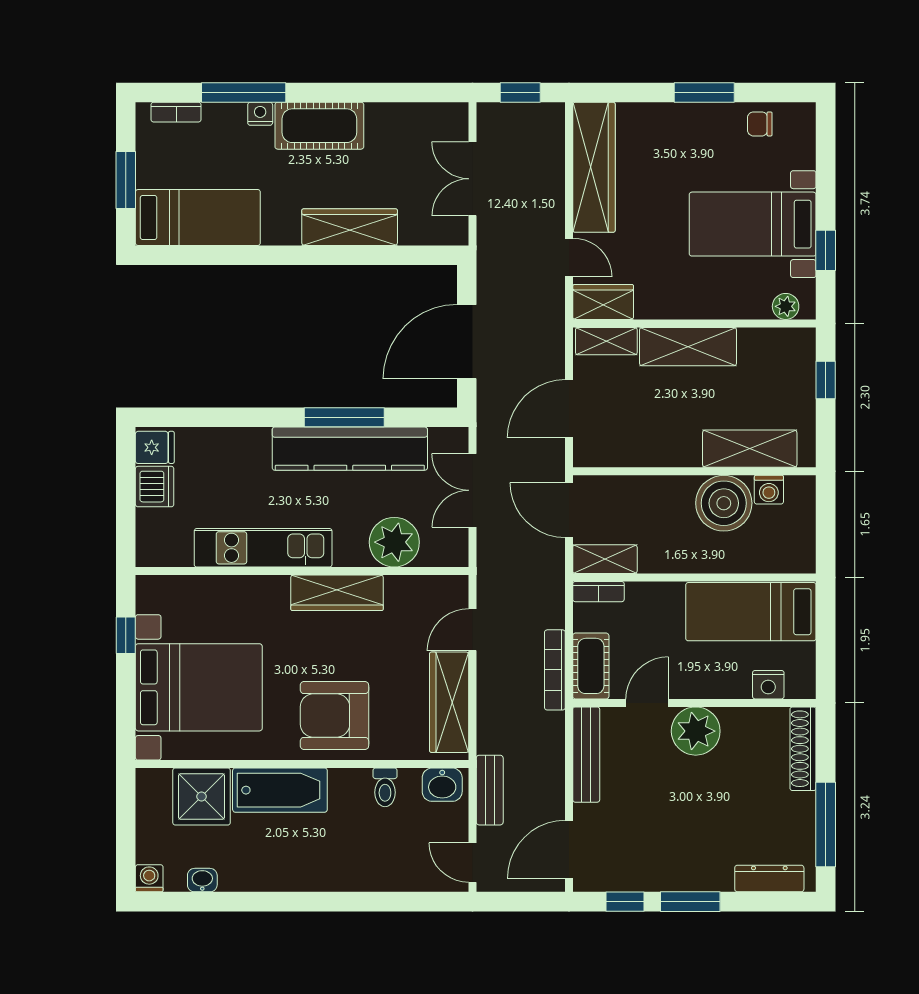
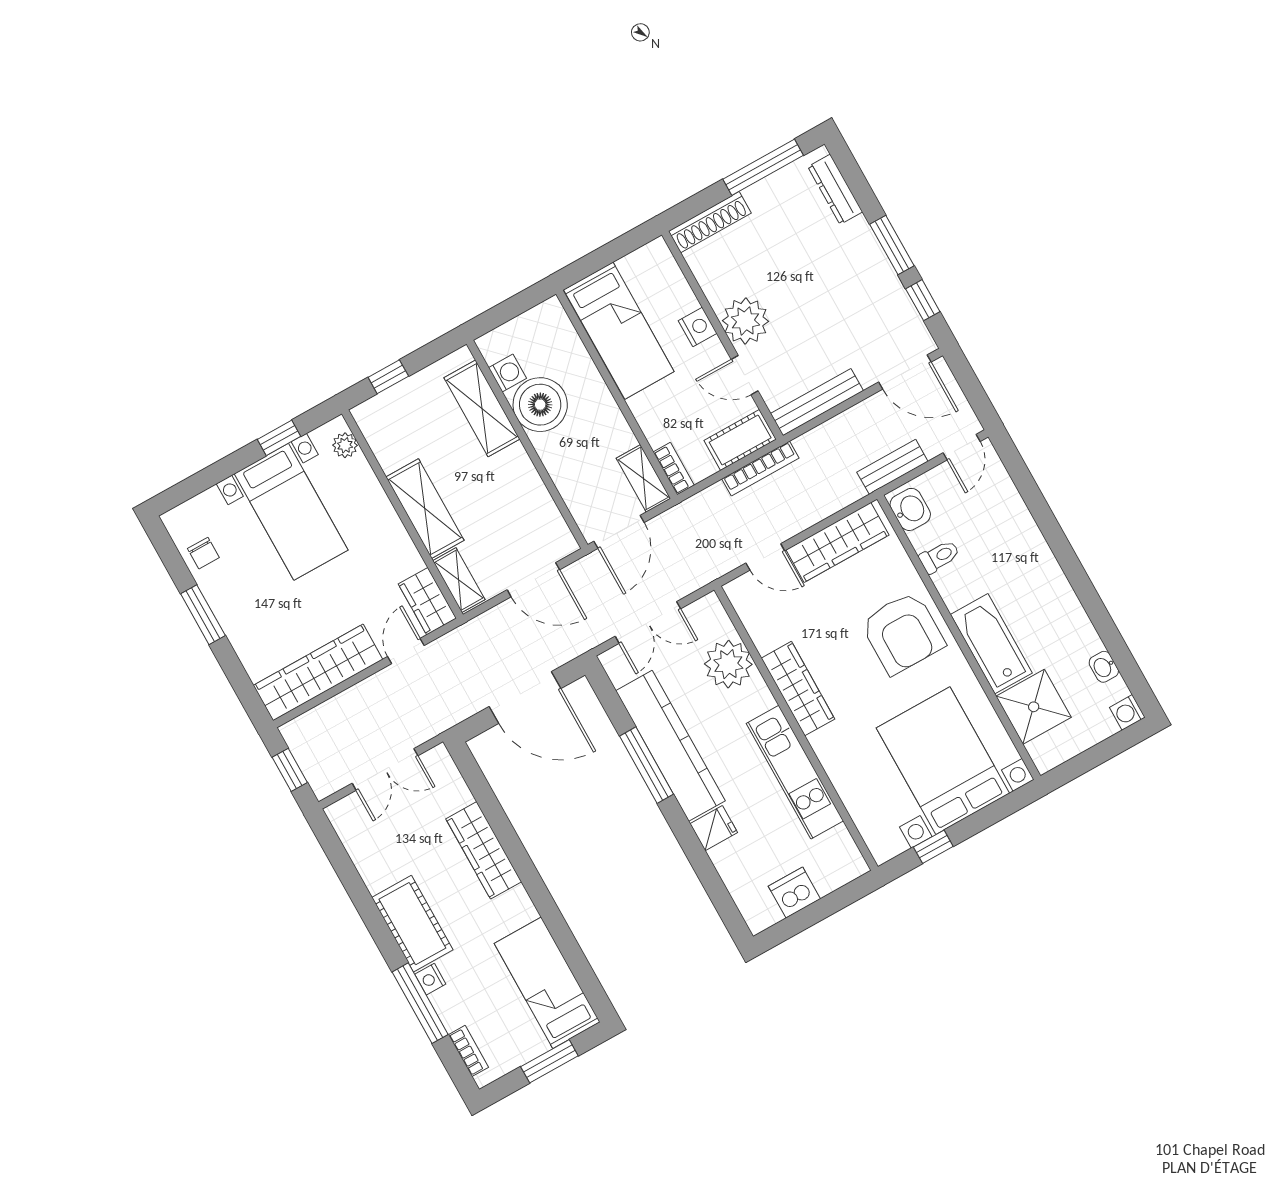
fridge: (155, 447) -> (714, 828), moved, turned 90
nightstand: (768, 685) -> (698, 327), moved

